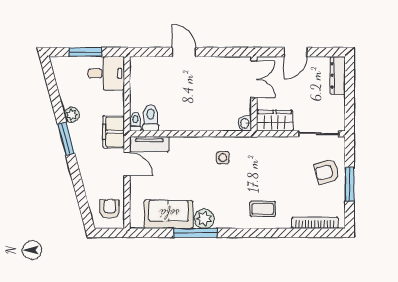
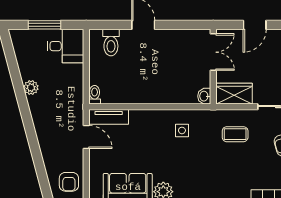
toilet: (151, 118) -> (111, 43), moved, turned 180
filing cabinet: (114, 132) -> (73, 105), removed
window: (66, 139) -> (25, 112), removed
armchair: (110, 209) -> (69, 182), turned 180
coffee table: (263, 209) -> (235, 134), moved

